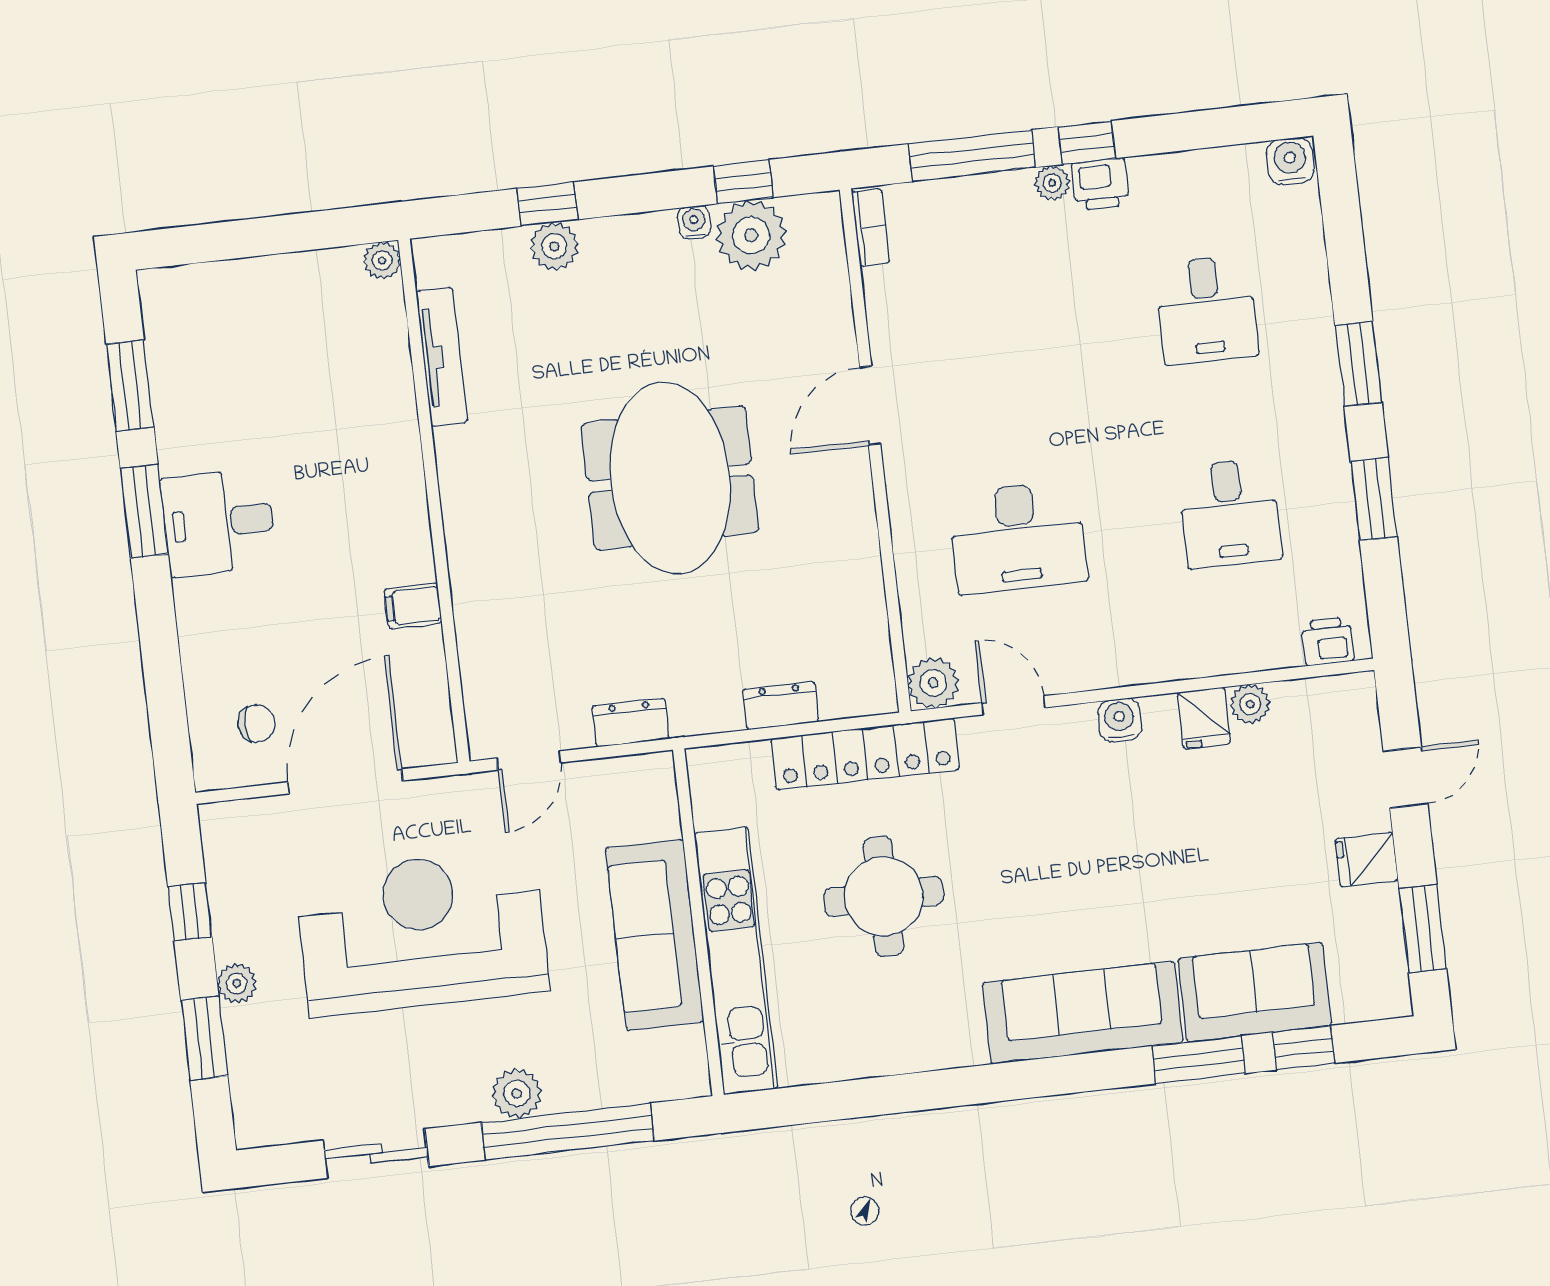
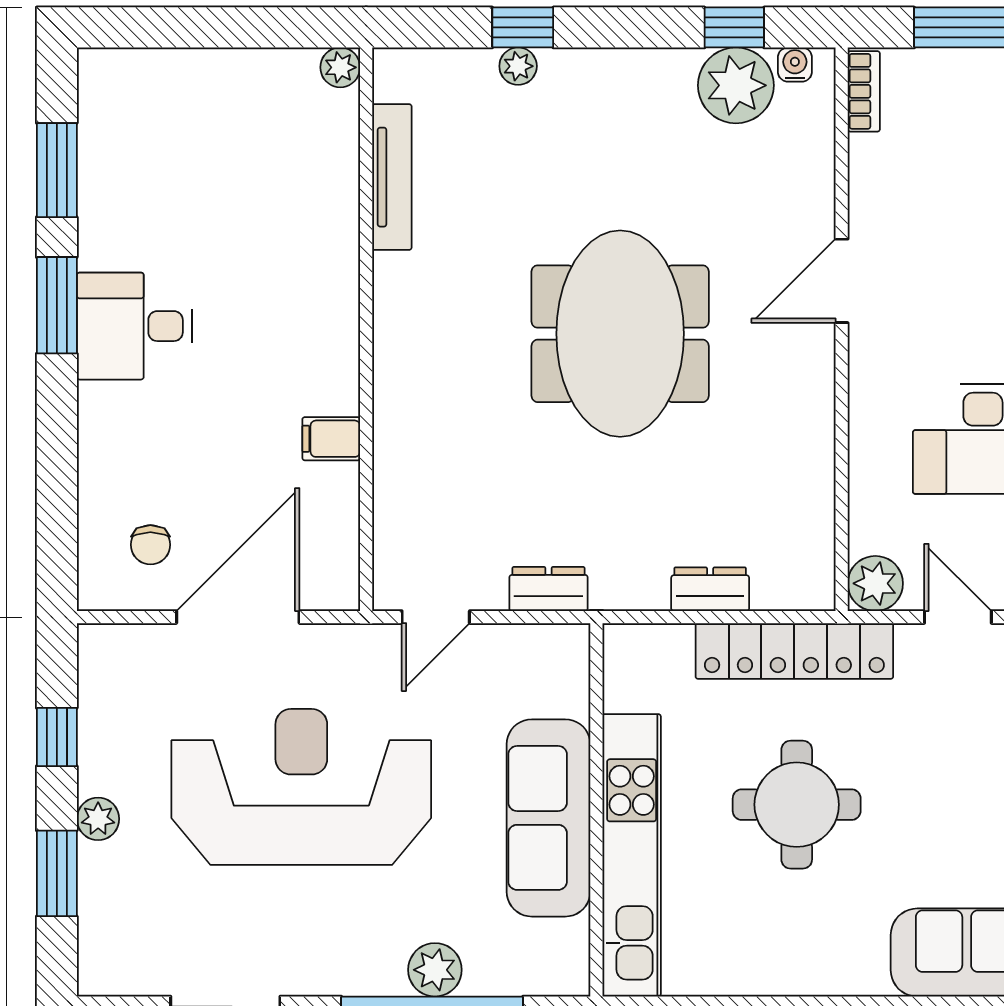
water cooler: (694, 222) -> (795, 65), moved
plant: (554, 246) -> (518, 66), width x0.73, depth x0.73
chair: (257, 723) -> (150, 545), turned 90
plant: (517, 1093) -> (435, 970), moved

